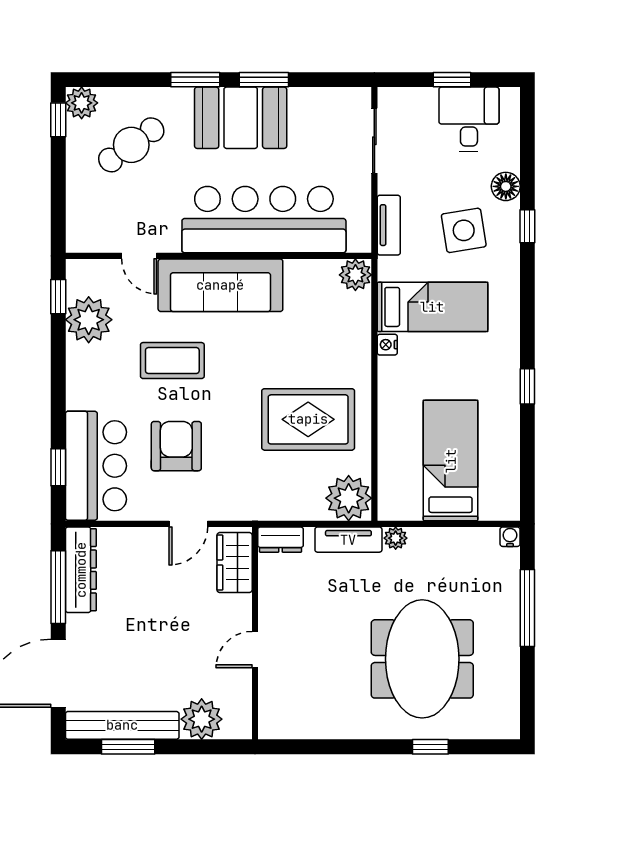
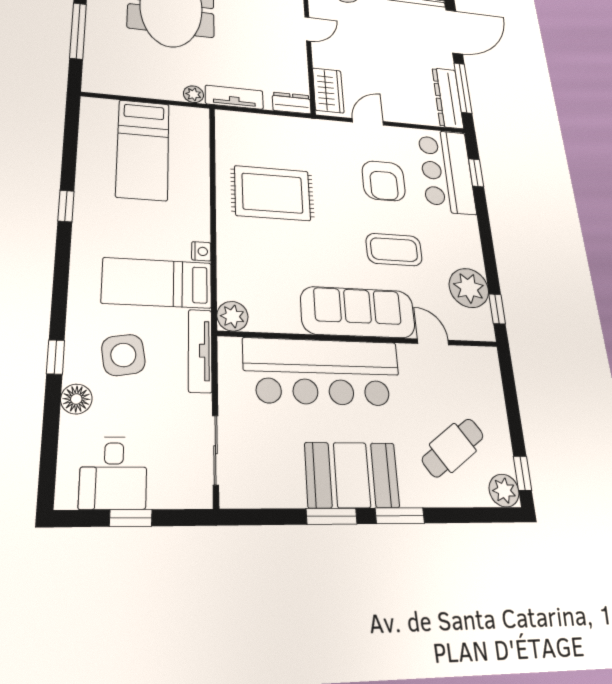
tv unit: (389, 225) -> (200, 351), width x1.41
plant: (349, 498) -> (235, 128), removed
water cooler: (510, 537) -> (90, 85), removed

